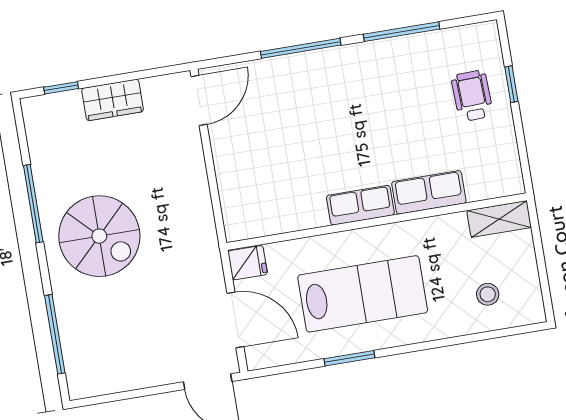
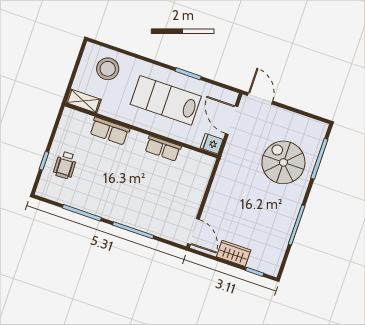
door: (199, 100) -> (193, 231), swing flipped
row of seats: (360, 205) -> (163, 148), moved
spiral stairs: (99, 236) -> (283, 162), moved
stool: (488, 294) -> (108, 69), width x1.89, depth x1.89

